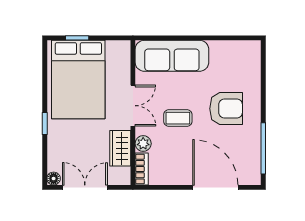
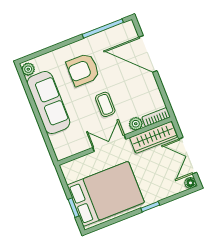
plant: (251, 48) -> (28, 69), added
sofa: (172, 56) -> (48, 103), moved
armchair: (226, 109) -> (83, 70), turned -90
wardrobe: (120, 148) -> (153, 137), width x1.50
door: (215, 187) -> (148, 54), hinge flipped

